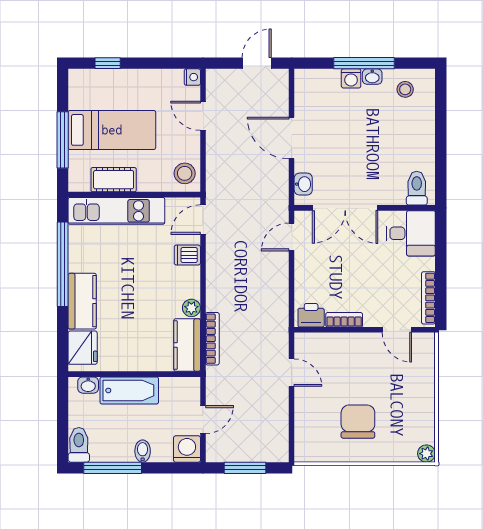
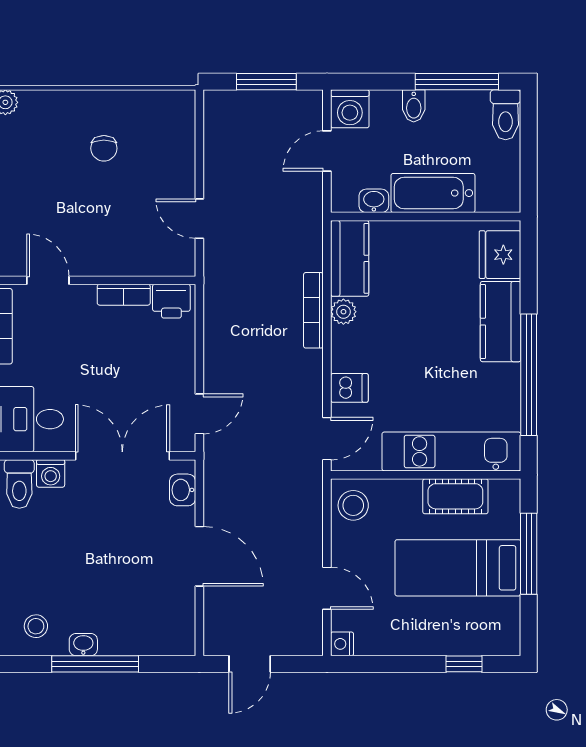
washing machine: (351, 78) -> (51, 473), moved, turned 180
bookcase: (212, 339) -> (313, 310), moved
washbasin: (88, 385) -> (374, 201), moved
chair: (358, 422) -> (104, 148), width x0.54, depth x0.54

